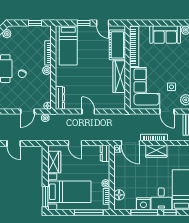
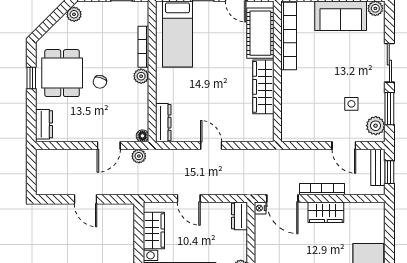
corner sofa: (145, 88) -> (306, 107), removed

